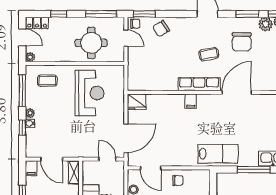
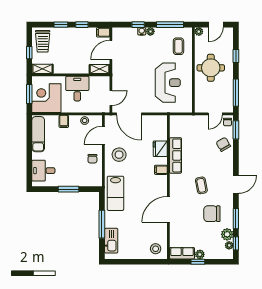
locker: (37, 23) -> (228, 37), removed
round table: (91, 43) -> (211, 68), moved
row of seats: (199, 84) -> (175, 155), moved
door: (237, 92) -> (168, 209), swing flipped
reception desk: (90, 93) -> (168, 83), turned -90
fridge: (137, 102) -> (160, 149), moved
stool: (173, 150) -> (119, 155), added

